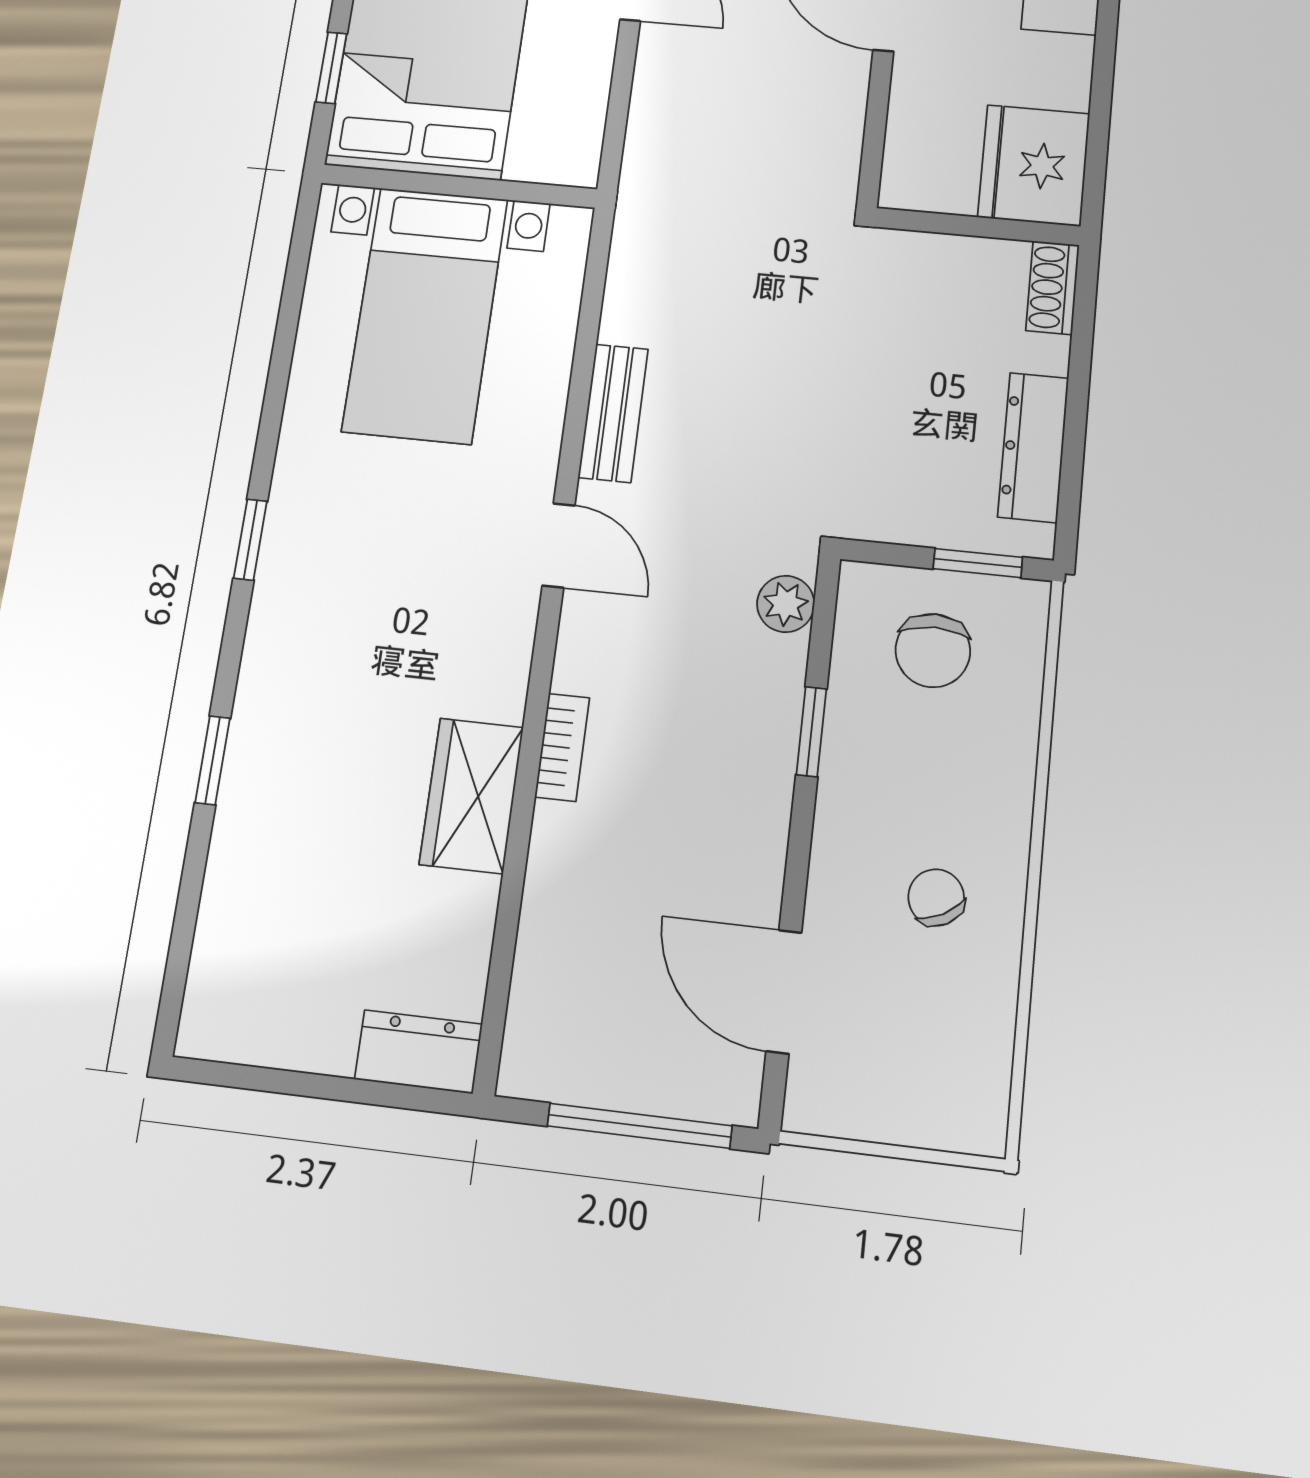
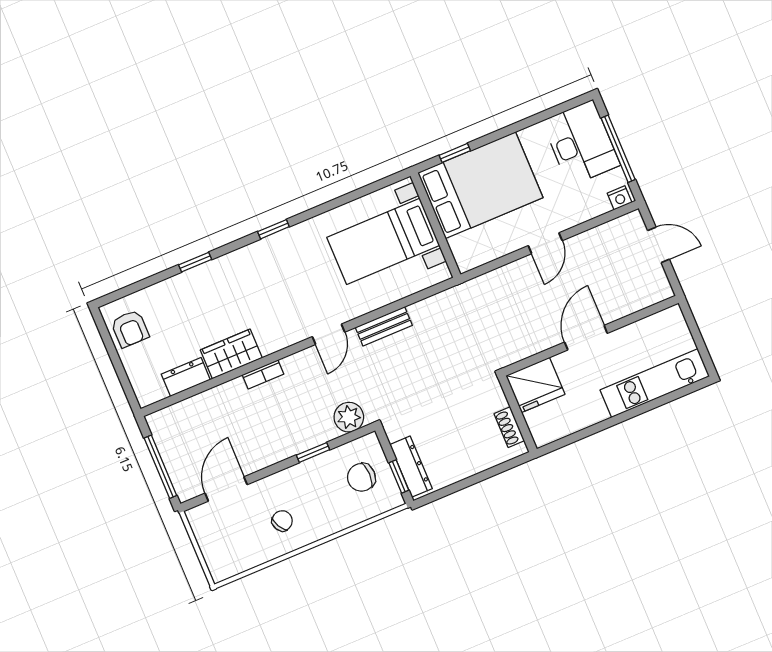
fridge: (1034, 165) -> (535, 385), moved, turned 180
shoe rack: (1053, 288) -> (509, 427), moved, turned -90
dresser: (1033, 447) -> (411, 467), moved, turned 90
plant: (786, 604) -> (349, 417), width x1.38, depth x1.38
armchair: (269, 1007) -> (130, 329), added
dresser: (418, 1052) -> (186, 377), moved, turned -90

